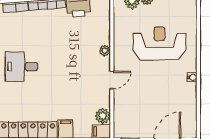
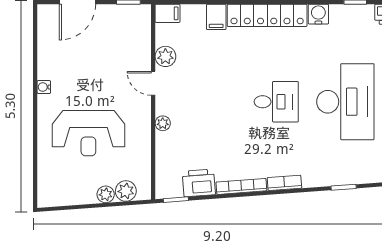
door: (112, 80) -> (153, 83), hinge flipped
plant: (103, 116) -> (165, 56), moved

